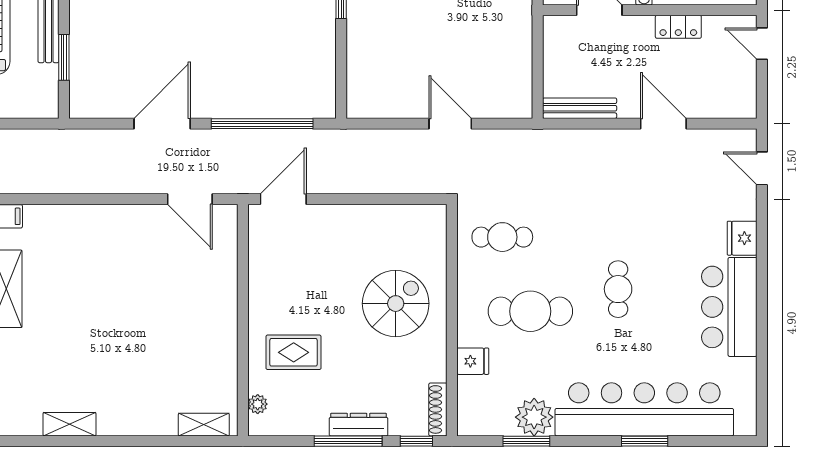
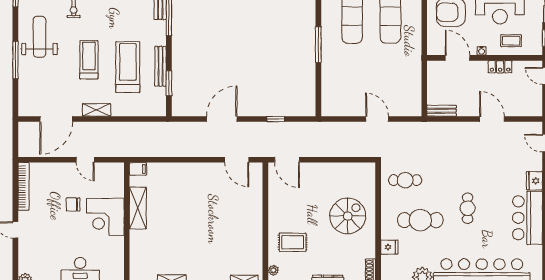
bench: (580, 108) -> (442, 111), width x0.73
window: (262, 124) -> (276, 119), width x0.32
door: (283, 199) -> (287, 160), swing flipped

